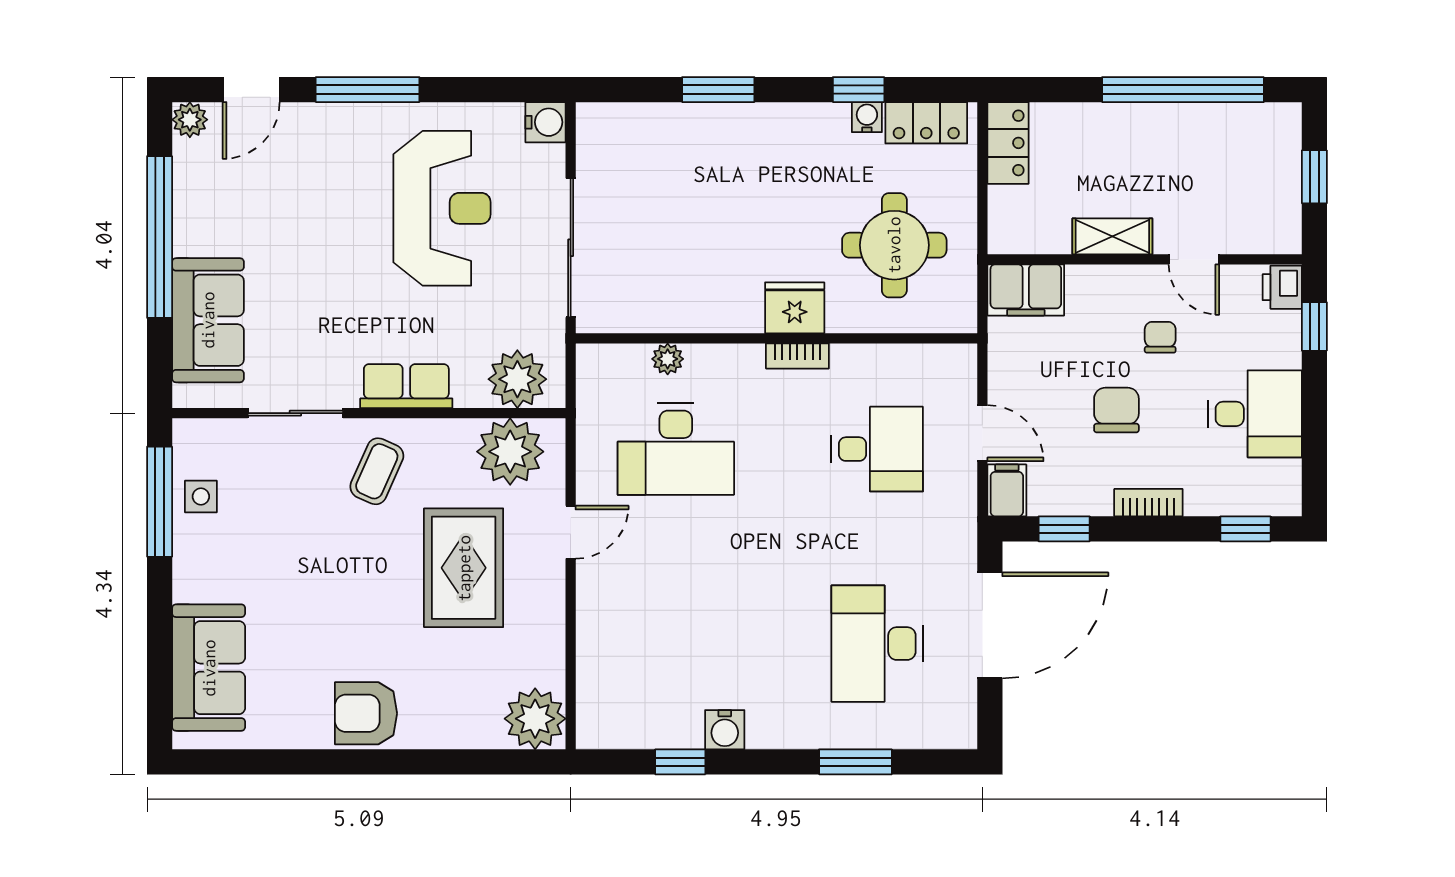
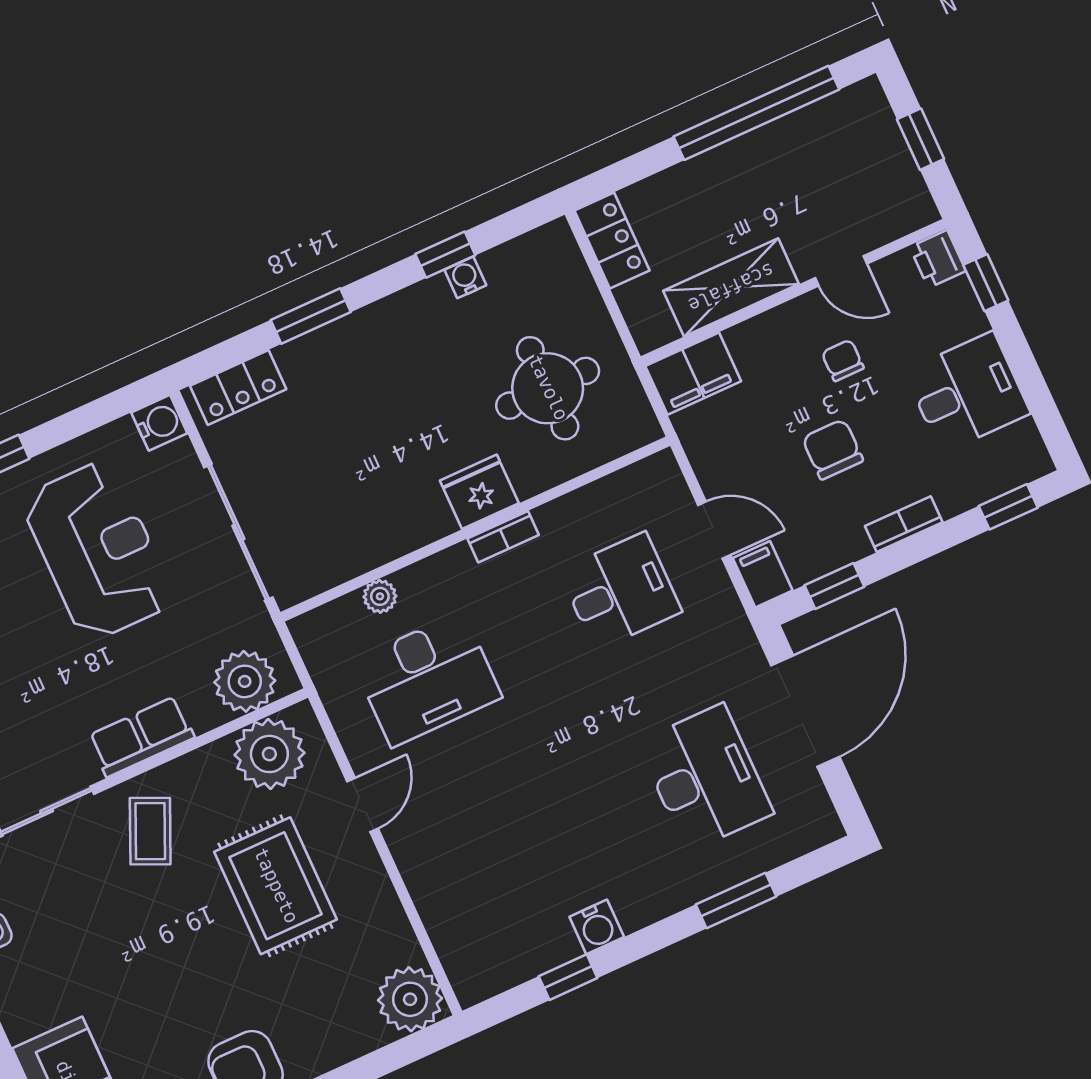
locker: (926, 123) -> (238, 387), moved
shelving: (1112, 236) -> (731, 287), width x1.50, depth x1.33
desk: (877, 644) -> (705, 778), turned 180

